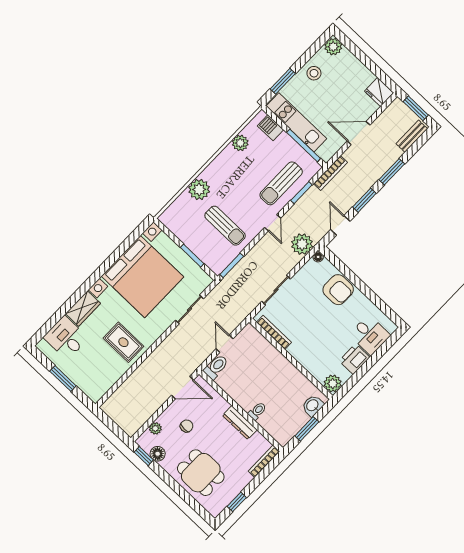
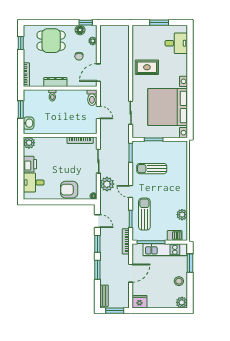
plant: (199, 189) -> (180, 174), removed
plant: (302, 244) -> (107, 184), moved
wardrobe: (83, 308) -> (181, 65), removed

